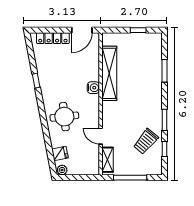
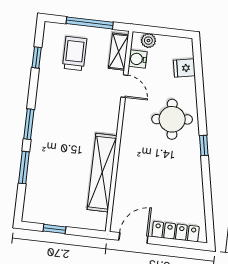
window: (36, 81) -> (204, 145), moved
water cooler: (93, 88) -> (138, 59), moved
window: (164, 120) -> (29, 124), moved
trolley: (146, 141) -> (75, 54), moved, turned -40
plant: (62, 170) -> (148, 41), moved

